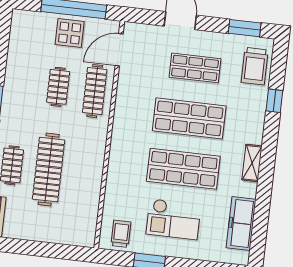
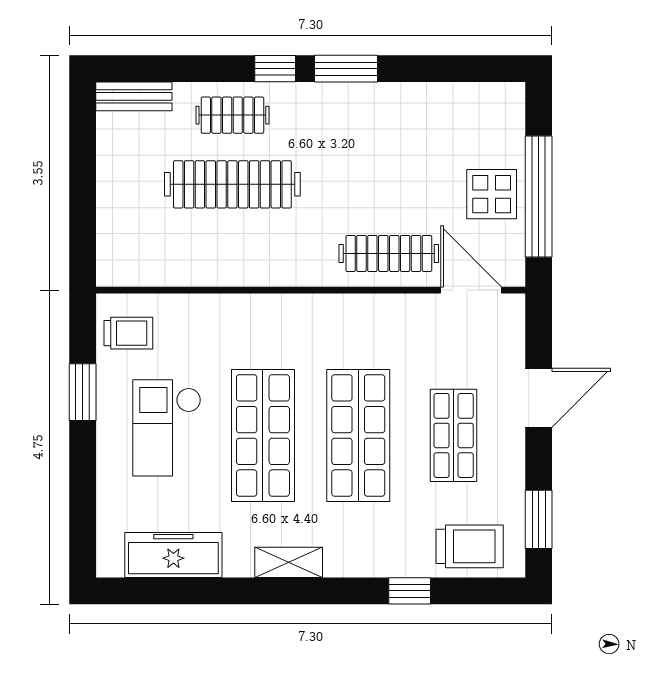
trolley: (255, 66) -> (470, 546), turned 180
clothes rail: (58, 87) -> (389, 184), removed

